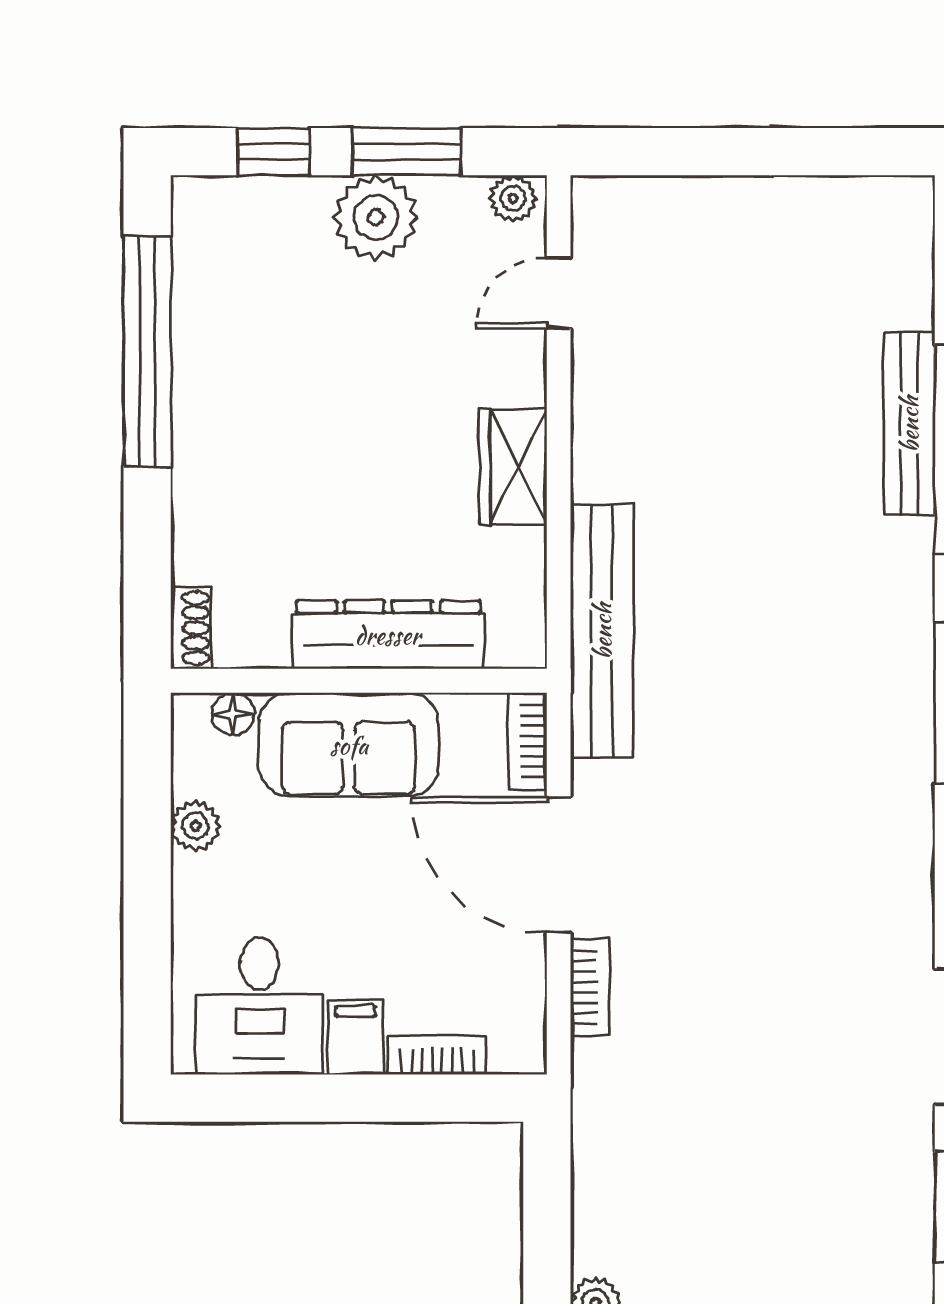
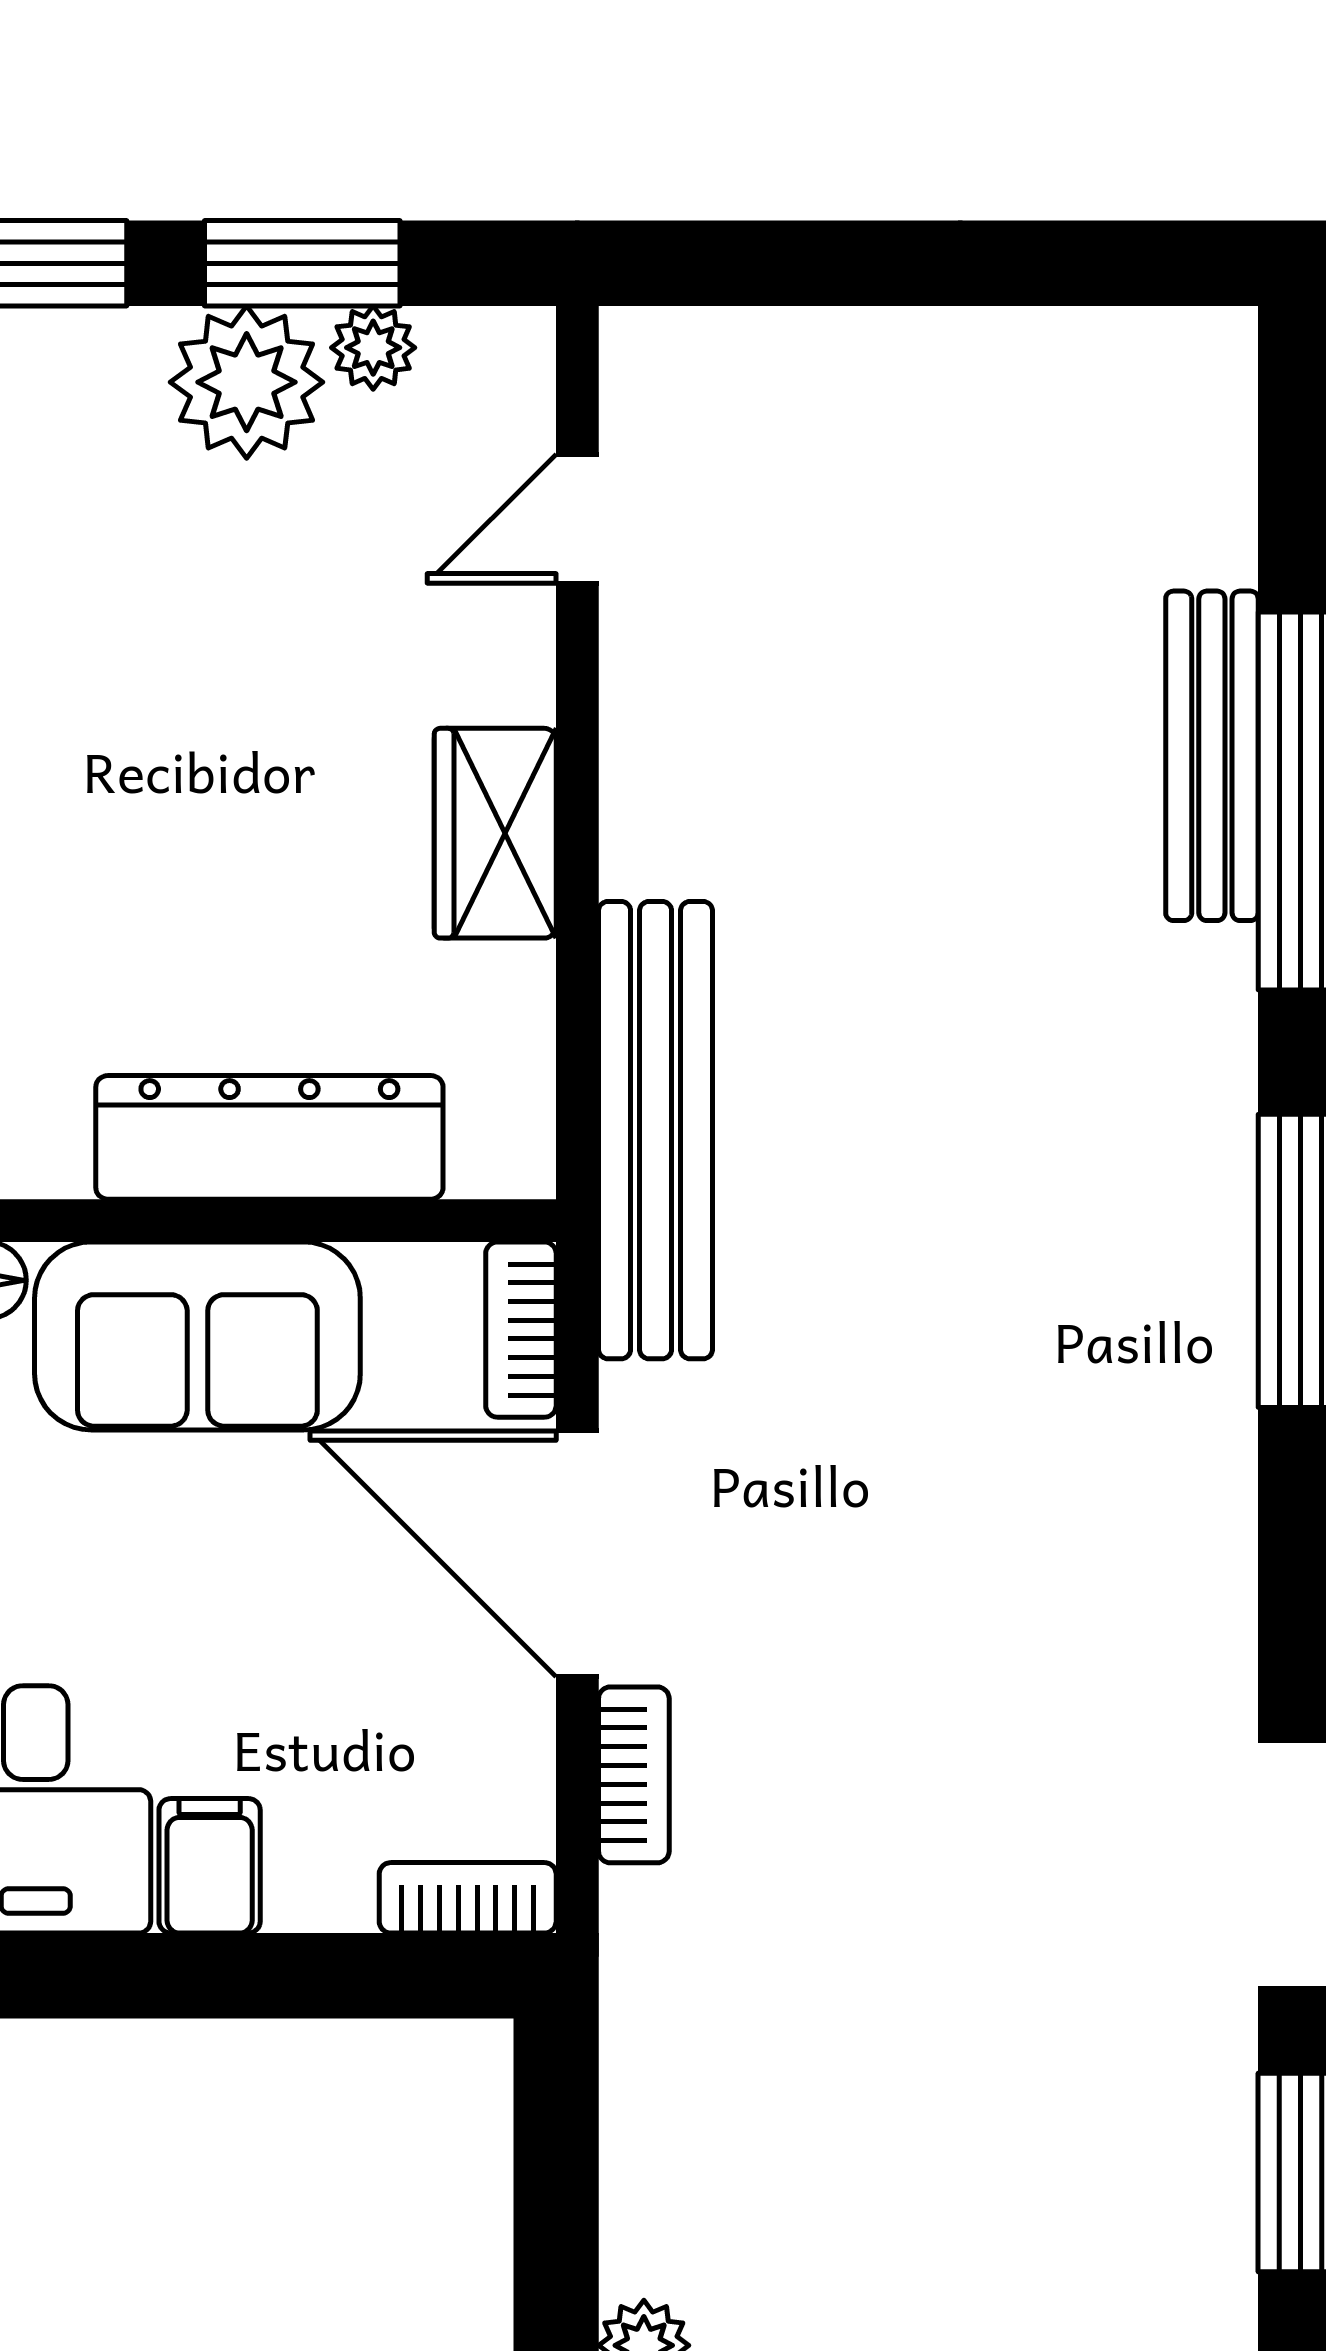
plant: (513, 198) -> (373, 348), moved
bookcase: (437, 1055) -> (468, 1898), moved

